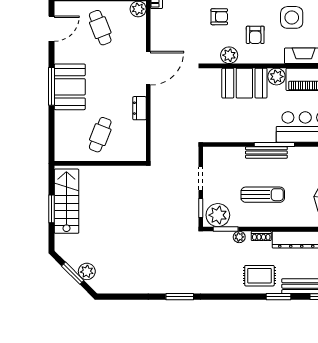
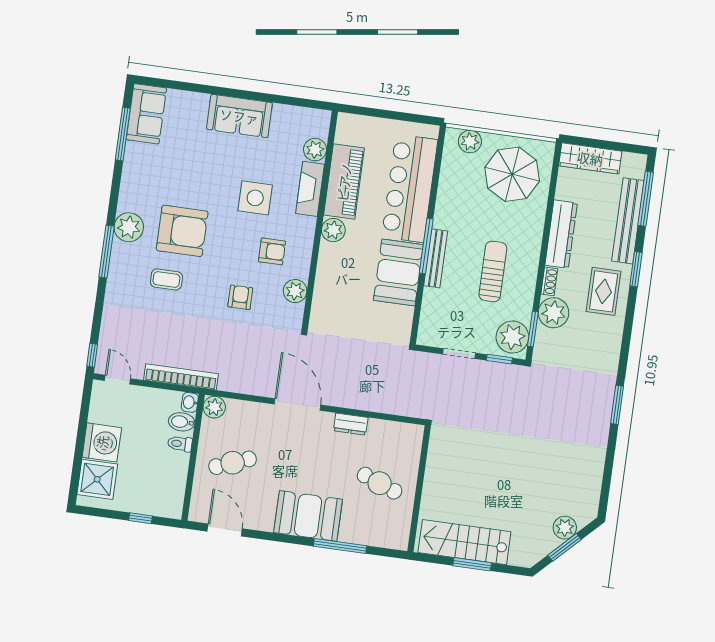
booth: (244, 83) -> (398, 272), moved
window: (51, 86) -> (340, 546), moved
plant: (239, 237) -> (553, 313), width x1.87, depth x1.87

